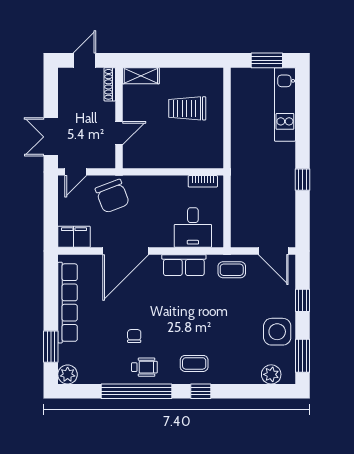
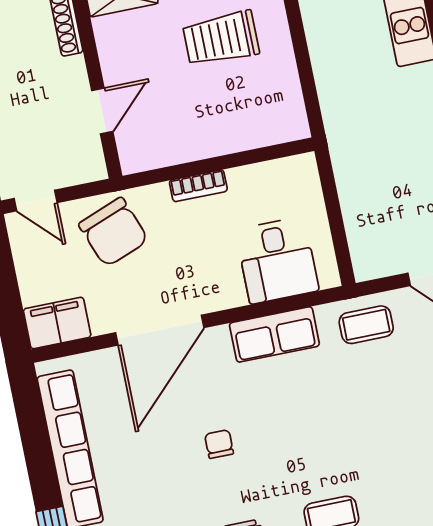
door: (76, 172) -> (36, 200), hinge flipped
bookcase: (203, 181) -> (198, 186), moved
chair: (134, 336) -> (219, 444), moved

